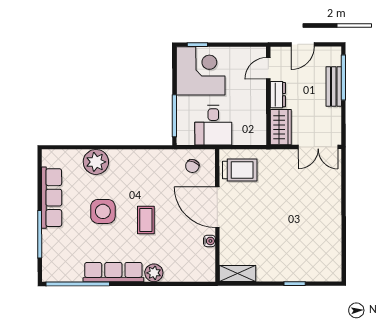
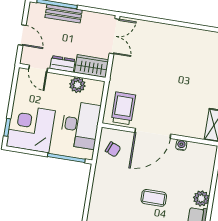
plant: (257, 115) -> (77, 85), added
desk: (213, 125) -> (80, 125), width x1.37

